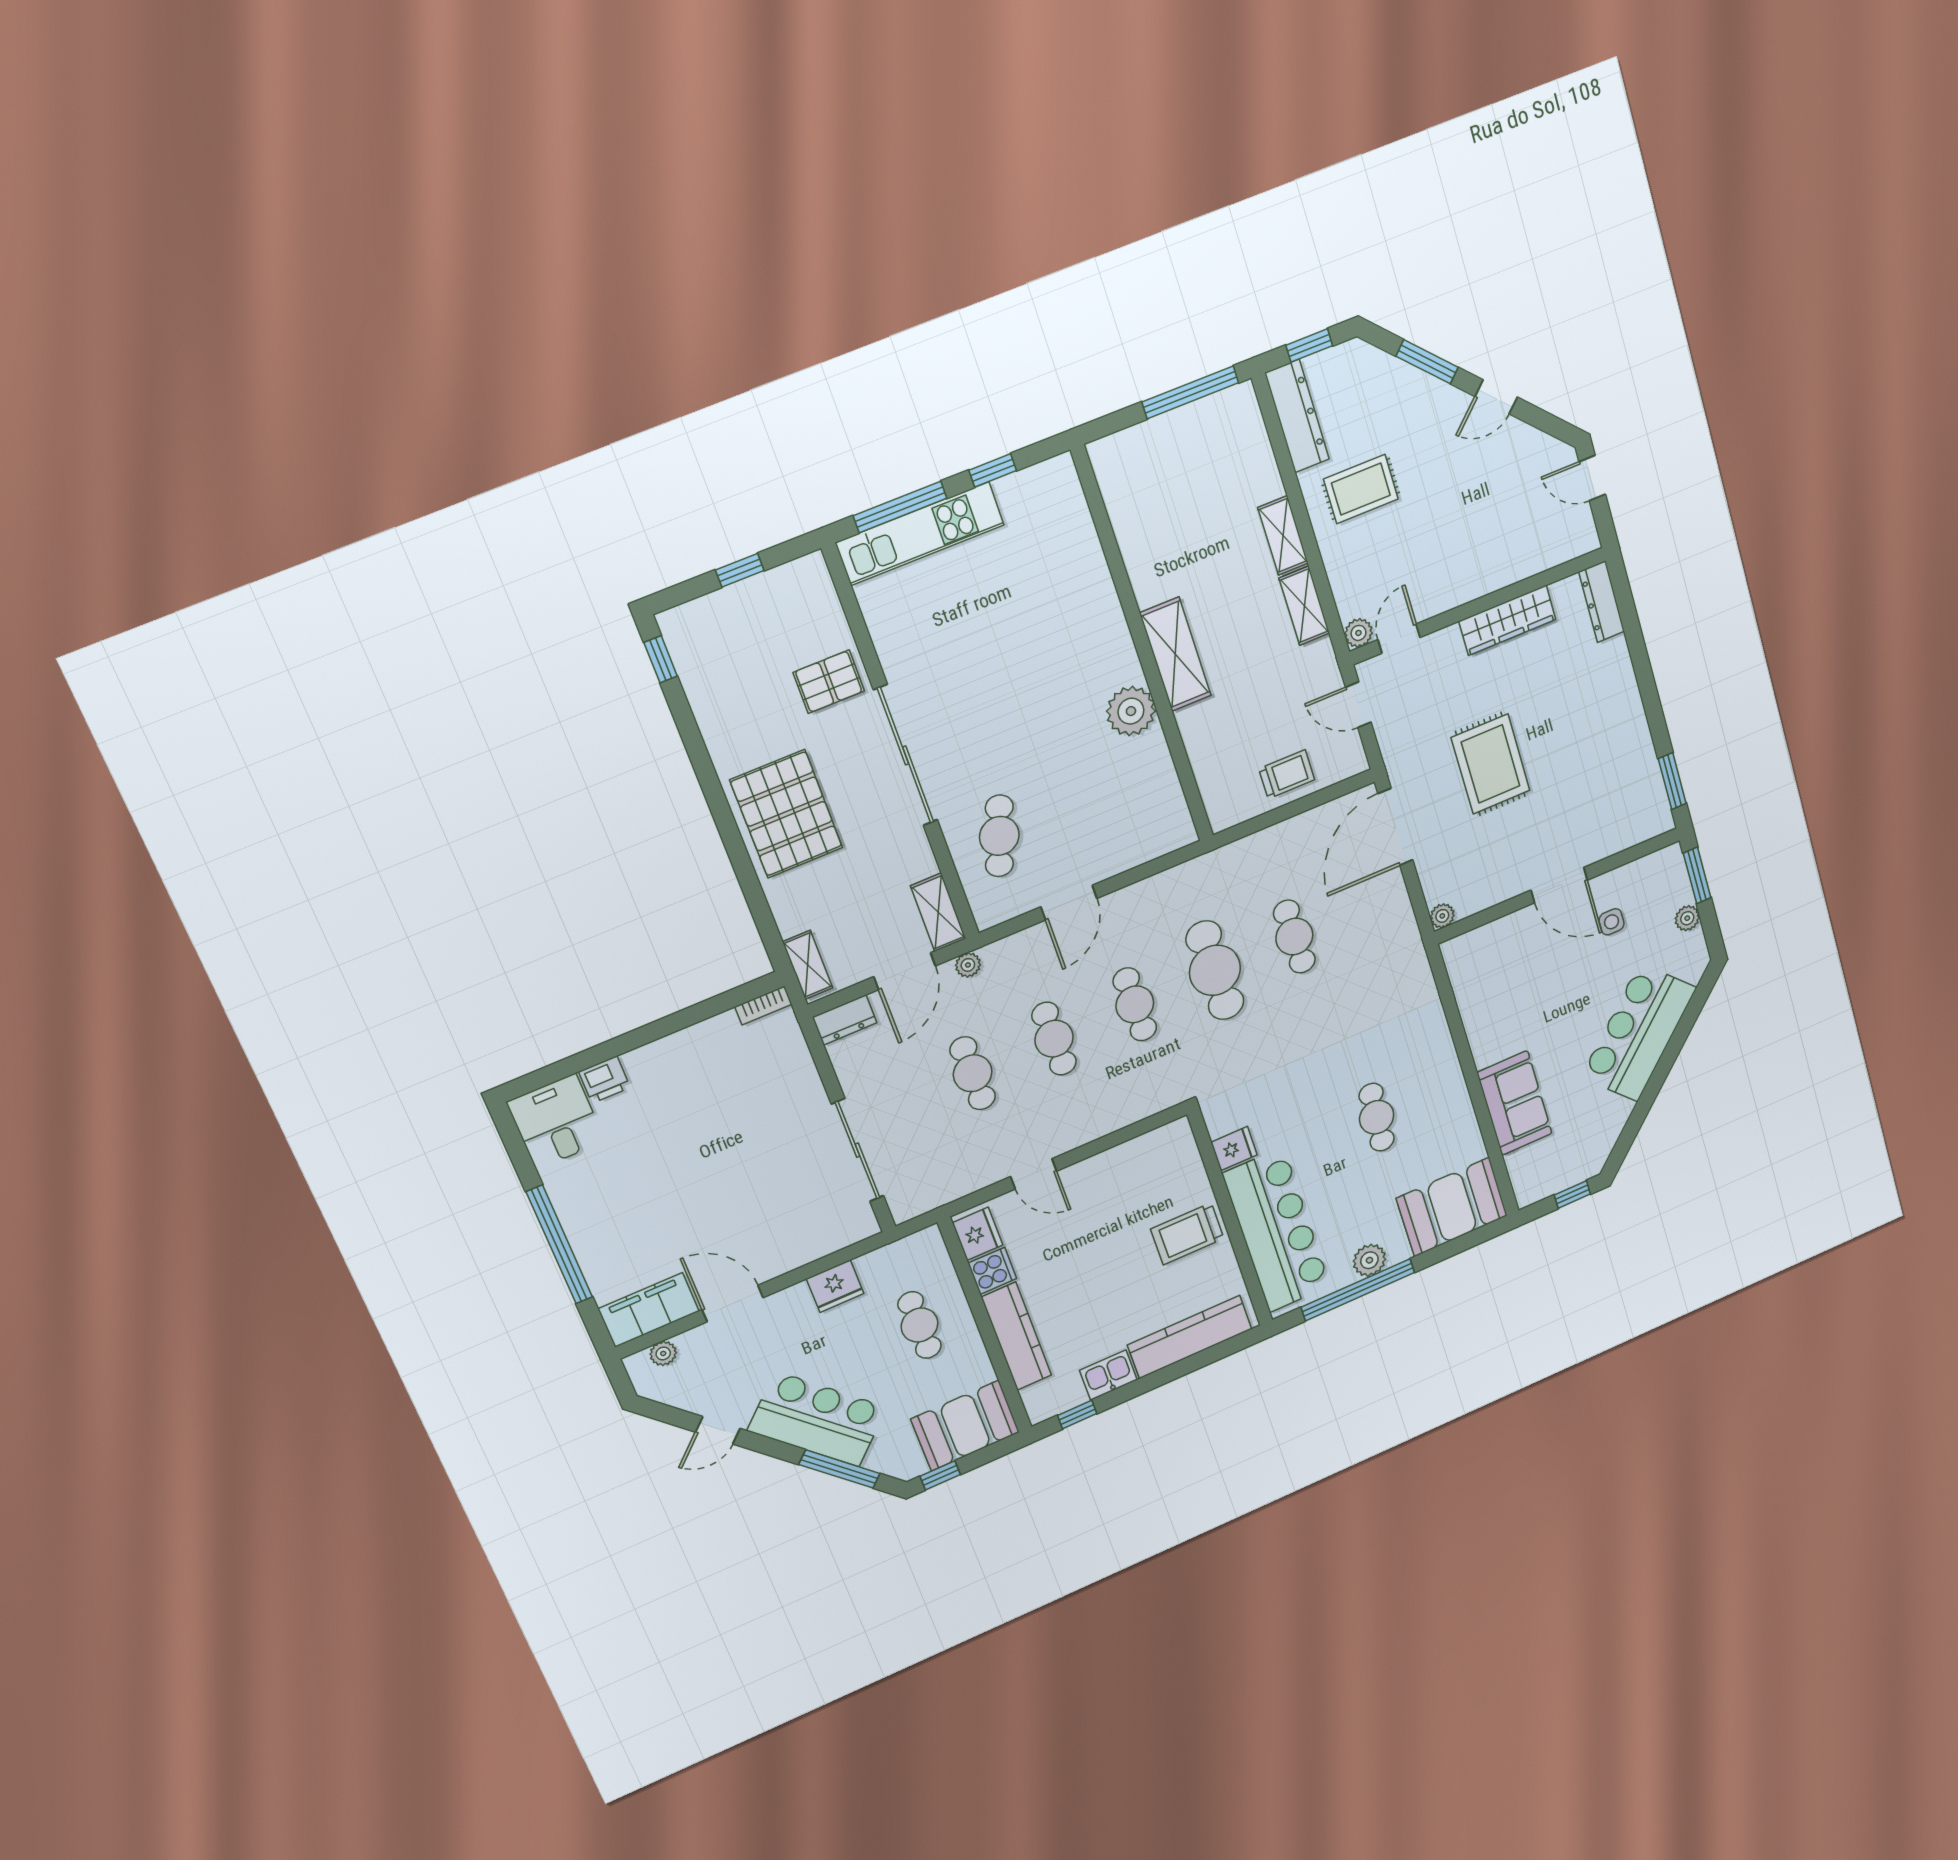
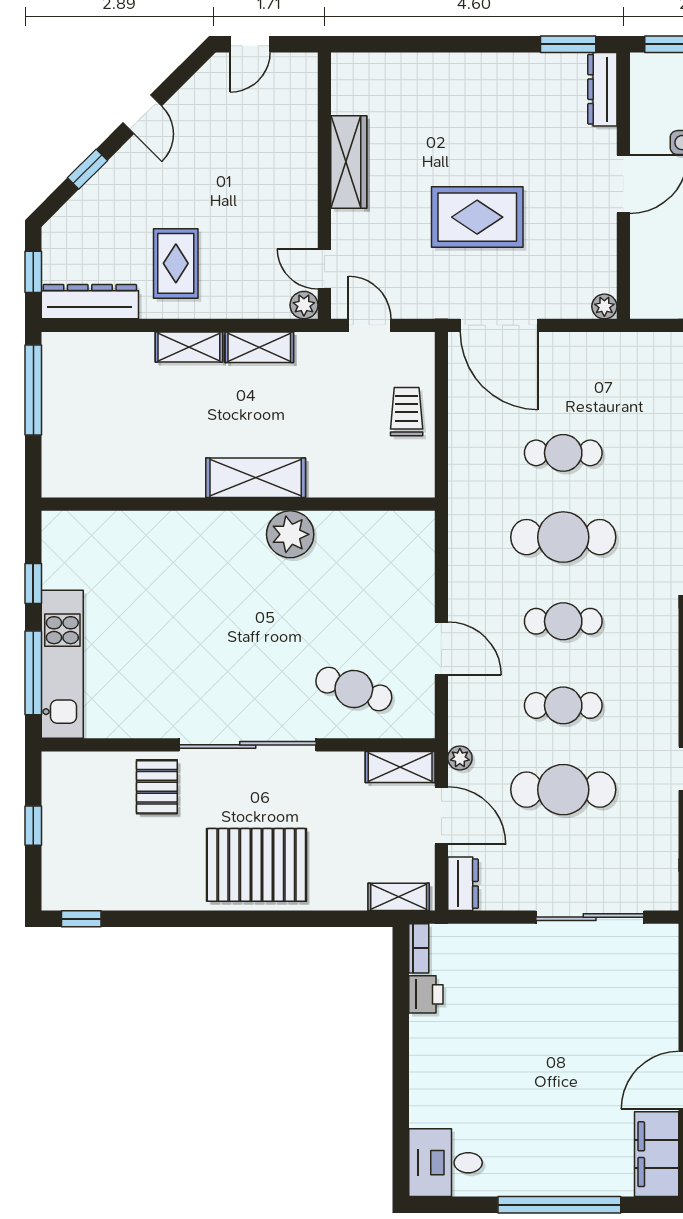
window: (1427, 362) -> (88, 169), width x0.67
dresser: (1602, 602) -> (602, 89), moved, turned 90
door: (1358, 705) -> (370, 325), swing flipped
cafe table: (973, 1073) -> (563, 790), width x1.37, depth x1.35
printer: (604, 1080) -> (426, 994), moved

